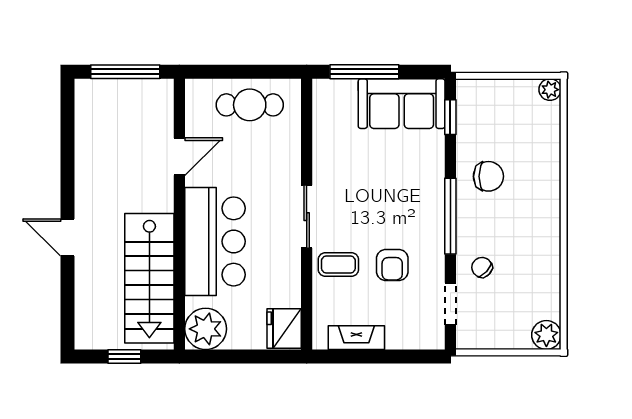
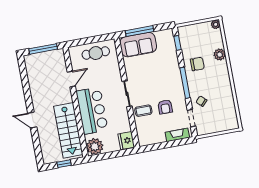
sofa: (402, 104) -> (138, 45), moved
plant: (546, 335) -> (220, 55), moved
fireplace: (356, 338) -> (177, 135), moved

